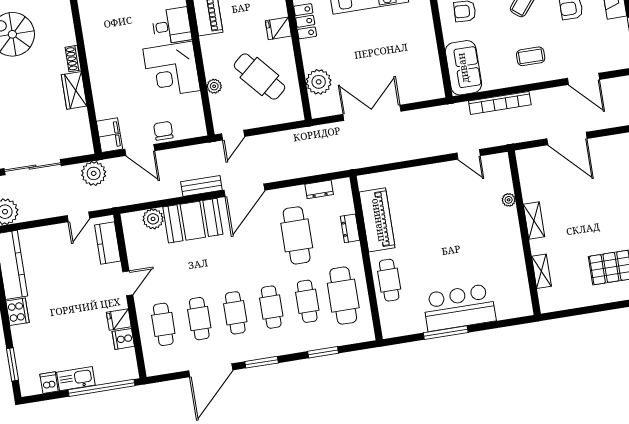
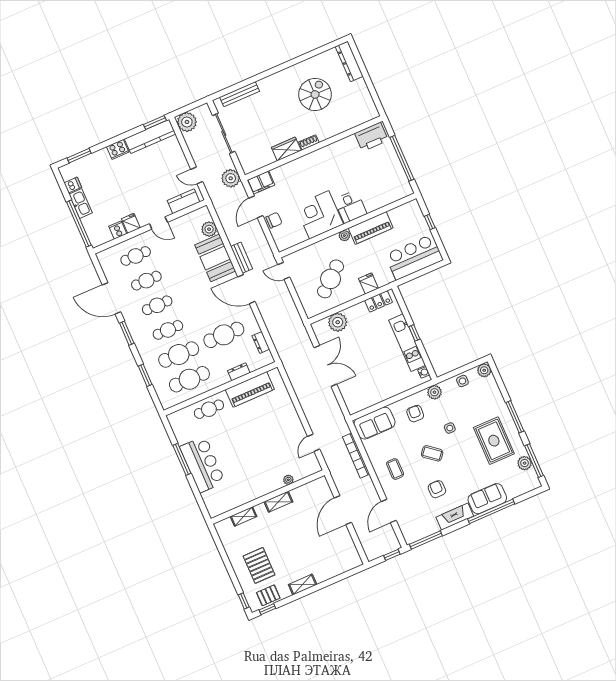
plant: (214, 86) -> (344, 236), moved
cafe table: (307, 301) -> (179, 355), width x1.37, depth x1.35

